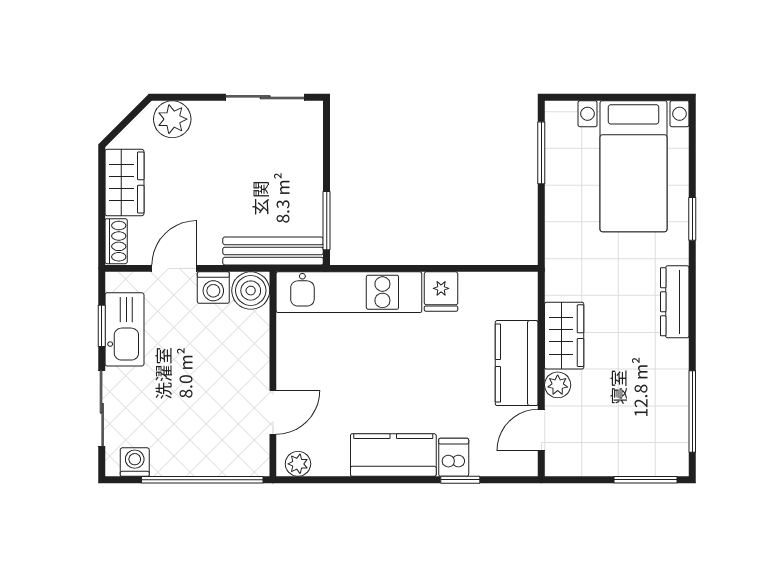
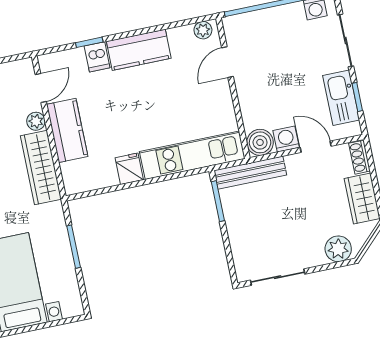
window: (541, 153) -> (74, 247), moved
door: (174, 268) -> (316, 147), swing flipped
wardrobe: (564, 336) -> (41, 168), width x1.50

